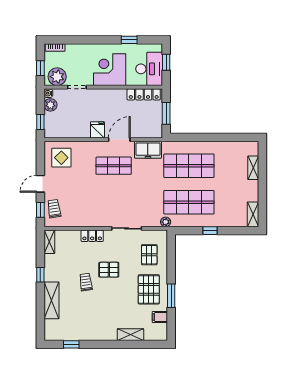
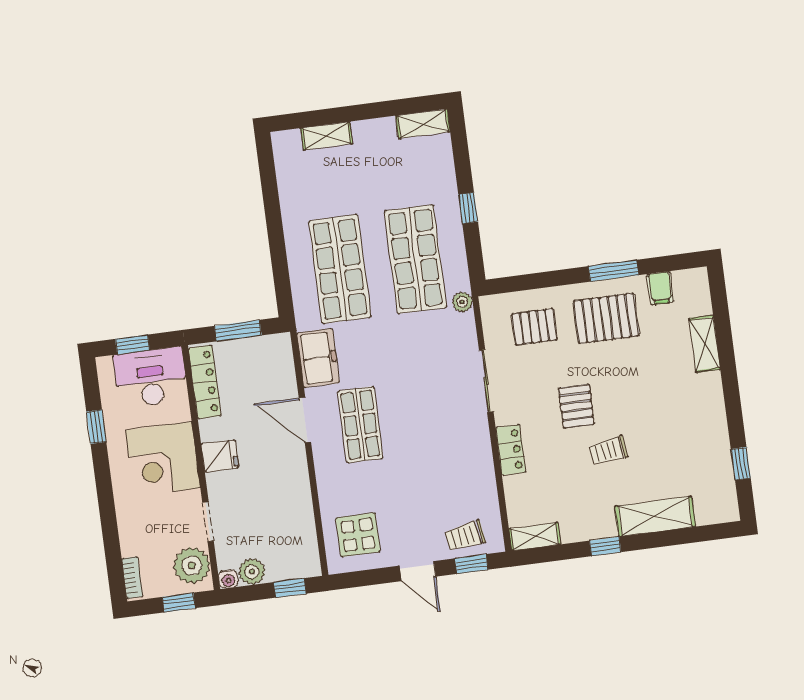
fridge: (97, 130) -> (220, 456), moved, turned 180

